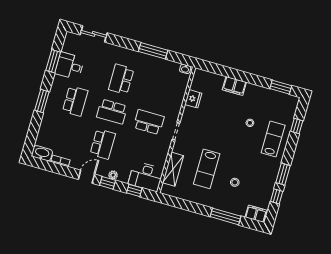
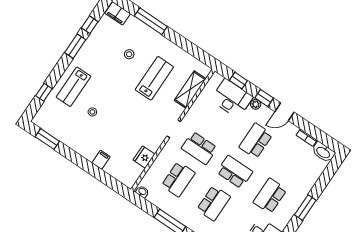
filing cabinet: (234, 86) -> (101, 160), width x0.50
school desk: (158, 90) -> (178, 179), added
desk: (146, 176) -> (232, 98), moved

